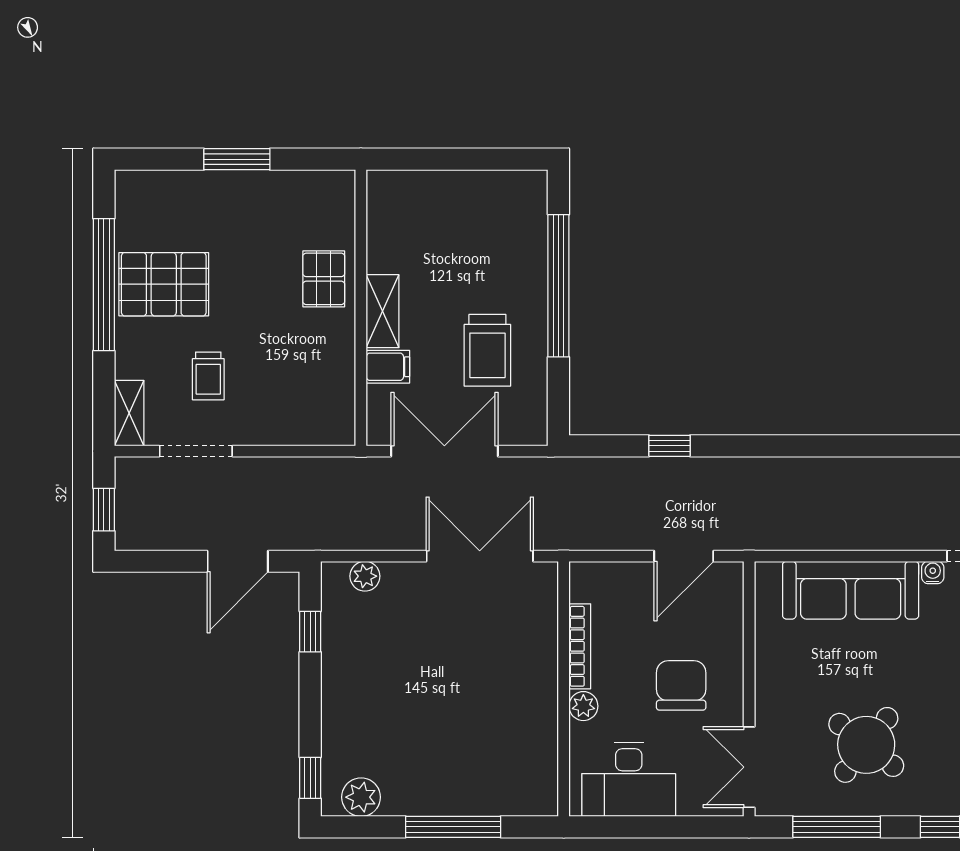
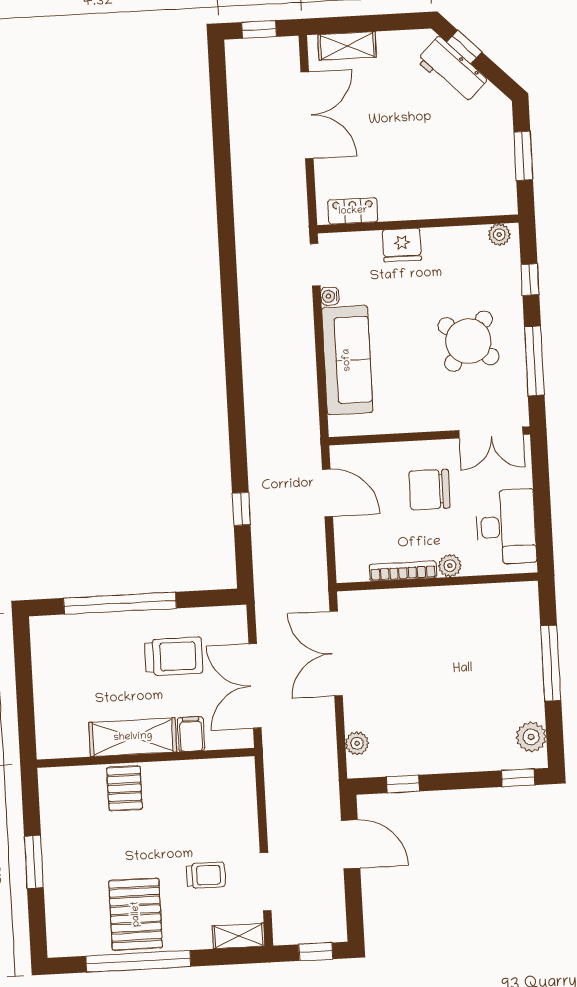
pallet: (324, 279) -> (125, 788), turned 90
shelving: (383, 311) -> (133, 737), width x1.50, depth x1.33

